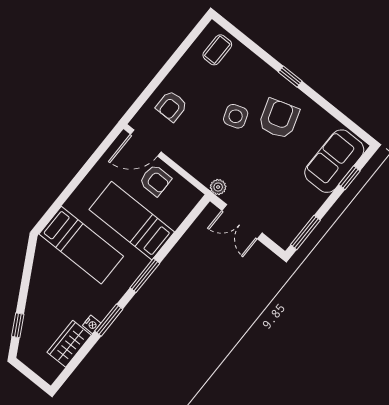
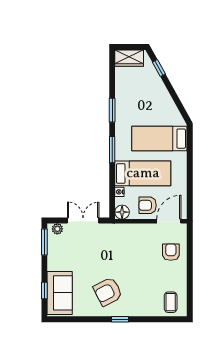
side table: (236, 116) -> (132, 274), removed
armchair: (279, 119) -> (108, 292), turned 81
plant: (218, 187) -> (57, 229), moved
floor lamp: (190, 196) -> (122, 212), added
nightstand: (92, 324) -> (119, 192), moved
wardrobe: (69, 344) -> (129, 58), moved, turned 90

